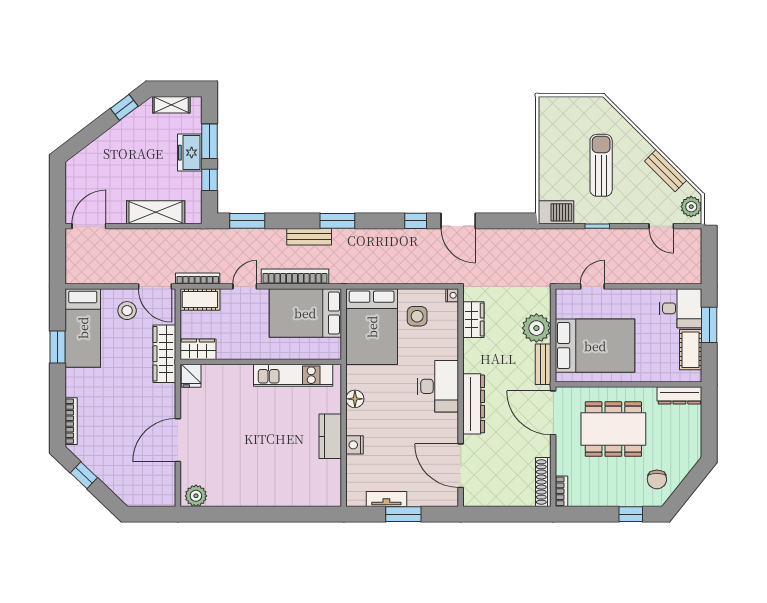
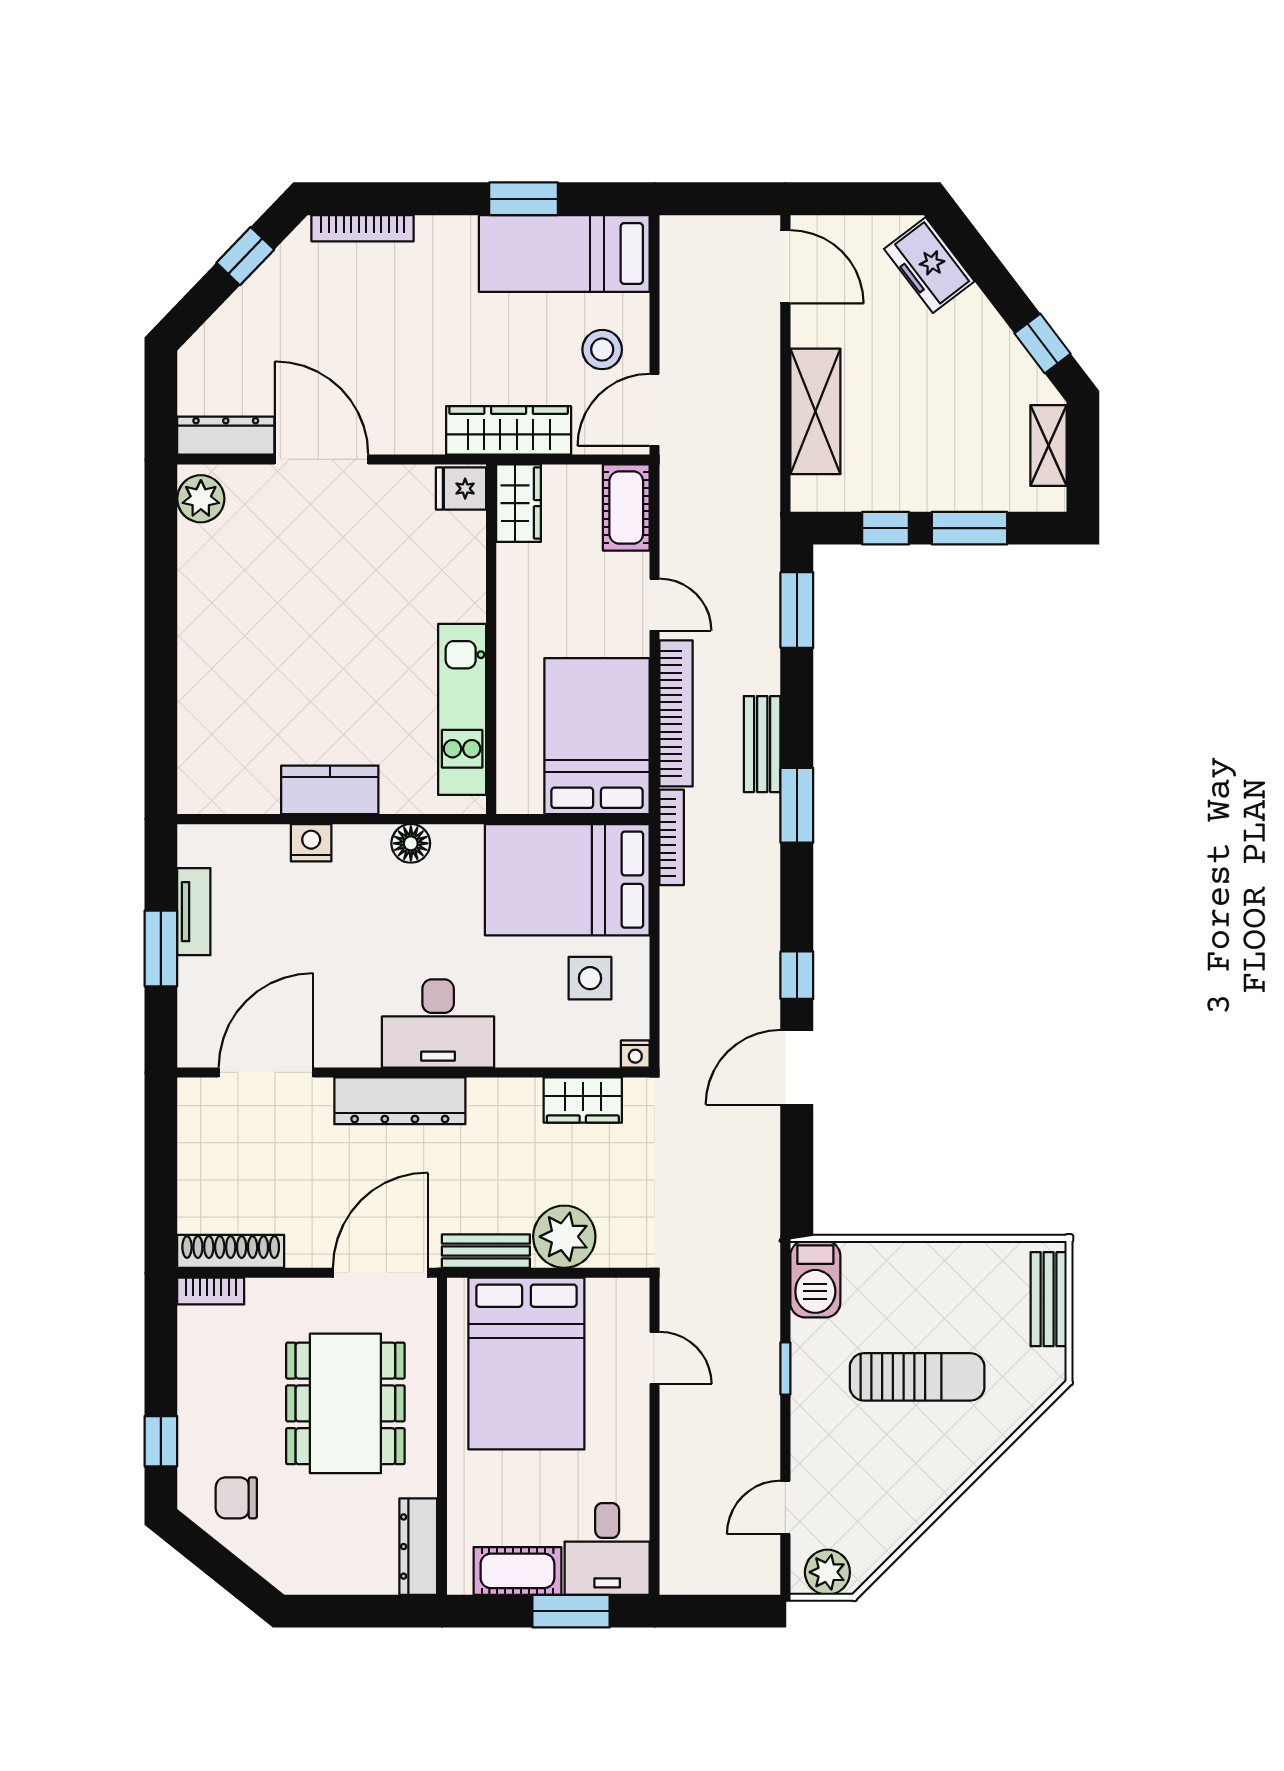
freezer: (190, 153) -> (929, 265), moved, turned -127
bench: (666, 171) -> (1049, 1299), moved, turned -45
bookcase: (198, 279) -> (672, 837), moved
dresser: (167, 484) -> (226, 436), added

